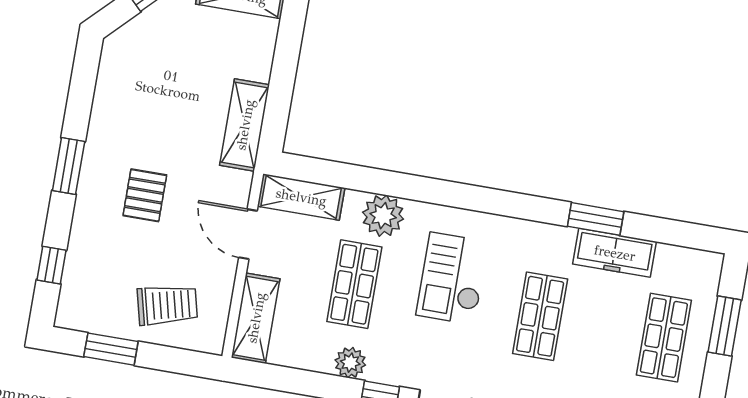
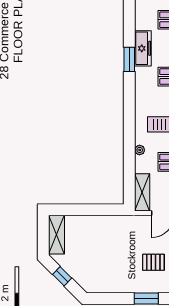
shelving: (245, 125) -> (114, 223), removed
plant: (383, 216) -> (140, 150), width x0.53, depth x0.53

